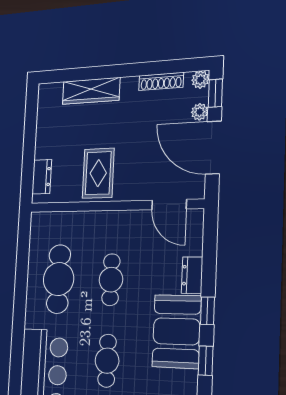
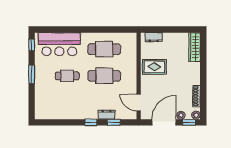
wardrobe: (91, 91) -> (195, 47), moved
door: (169, 205) -> (139, 103), hinge flipped
cafe table: (111, 280) -> (104, 76), width x1.37, depth x1.35
booth: (177, 331) -> (82, 109), removed
window: (206, 361) -> (114, 122), moved

